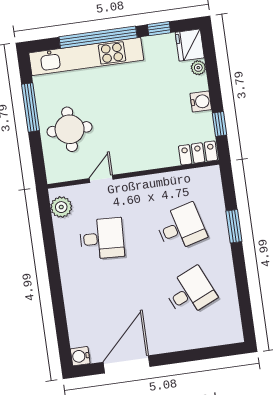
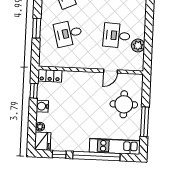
kitchen unit: (86, 56) -> (115, 146), width x0.73
plant: (61, 207) -> (138, 45), moved

